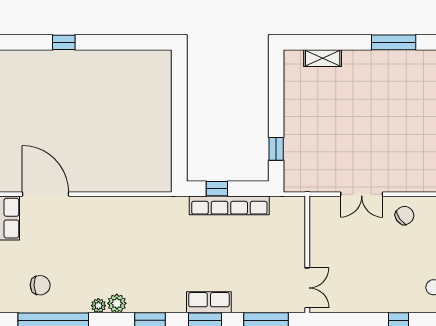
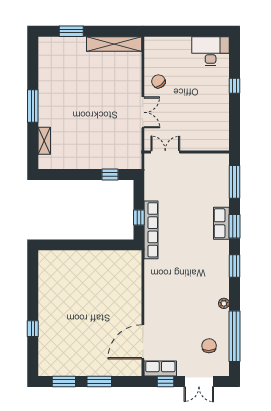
window: (394, 42) -> (33, 106), moved
row of seats: (229, 205) -> (151, 230), moved
double door: (307, 288) -> (165, 152), moved
plant: (117, 303) -> (222, 290), removed

